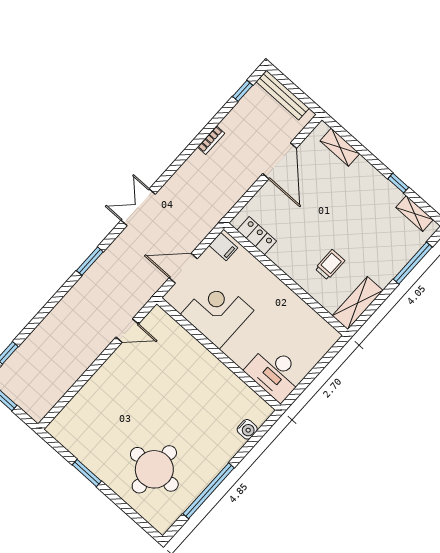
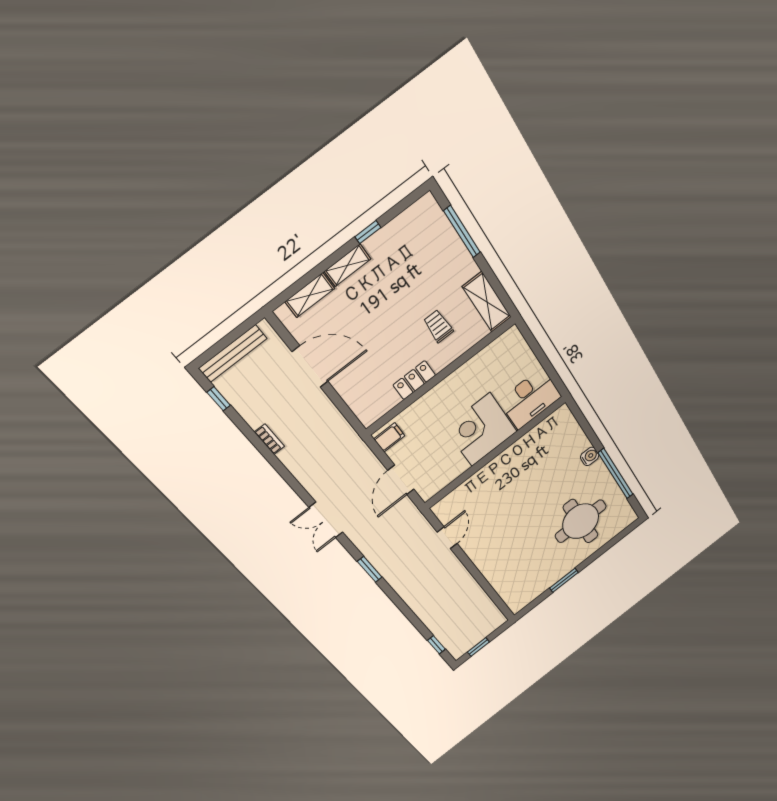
shelving: (414, 214) -> (348, 265), moved
locker: (257, 236) -> (414, 380), moved
corner desk: (217, 312) -> (481, 430), moved
water cooler: (247, 429) -> (590, 456), moved

